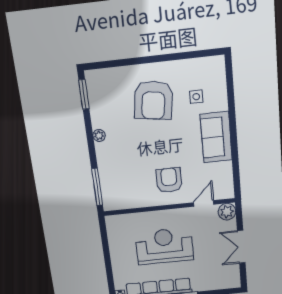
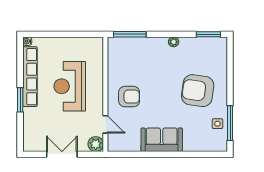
window: (189, 55) -> (230, 123), added
side table: (196, 97) -> (217, 124), moved
reception desk: (164, 246) -> (70, 86), turned 180

